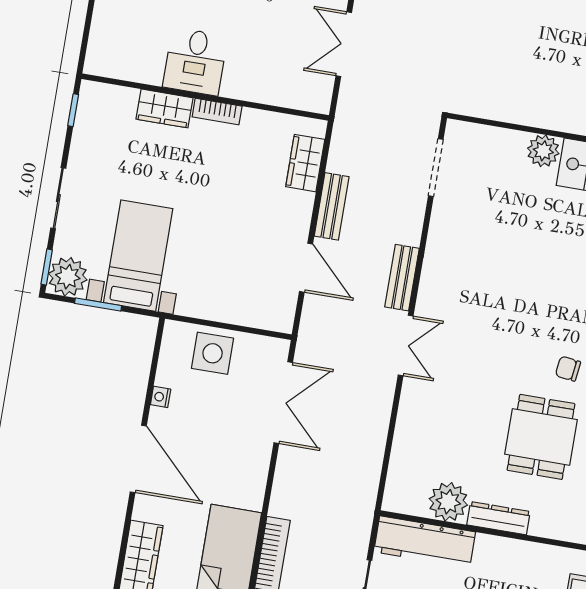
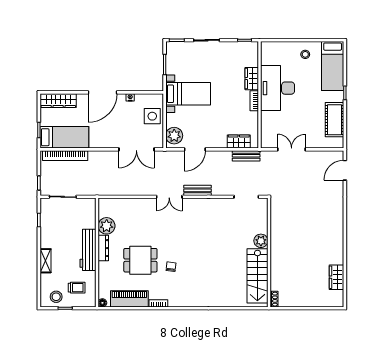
desk: (195, 62) -> (278, 88), width x1.87, depth x1.30
bench: (332, 206) -> (246, 156), moved
bed with nightstands: (138, 256) -> (188, 94), moved
plant: (68, 277) -> (174, 136), moved
workbench: (425, 542) -> (88, 250), moved

